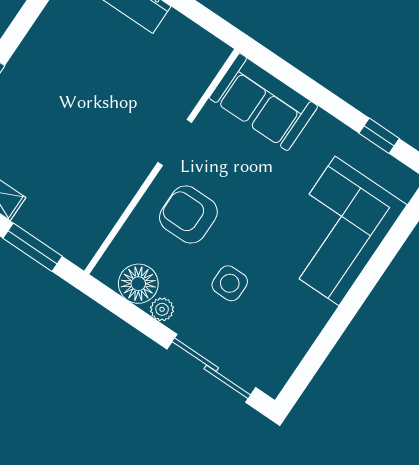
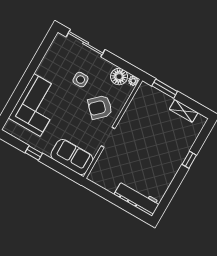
window: (379, 136) -> (34, 153), moved
armchair: (188, 215) -> (100, 107), turned 136
plant: (162, 309) -> (133, 81), moved

